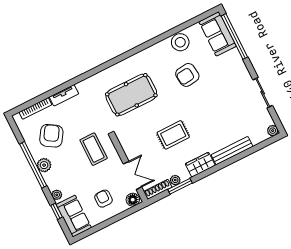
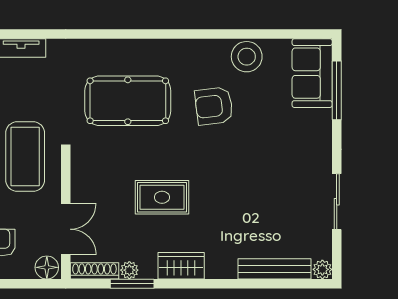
window: (234, 36) -> (337, 90), width x0.68
armchair: (187, 75) -> (214, 106), moved
coffee table: (94, 149) -> (25, 157), width x1.36, depth x1.32
bench: (232, 151) -> (274, 269), moved

